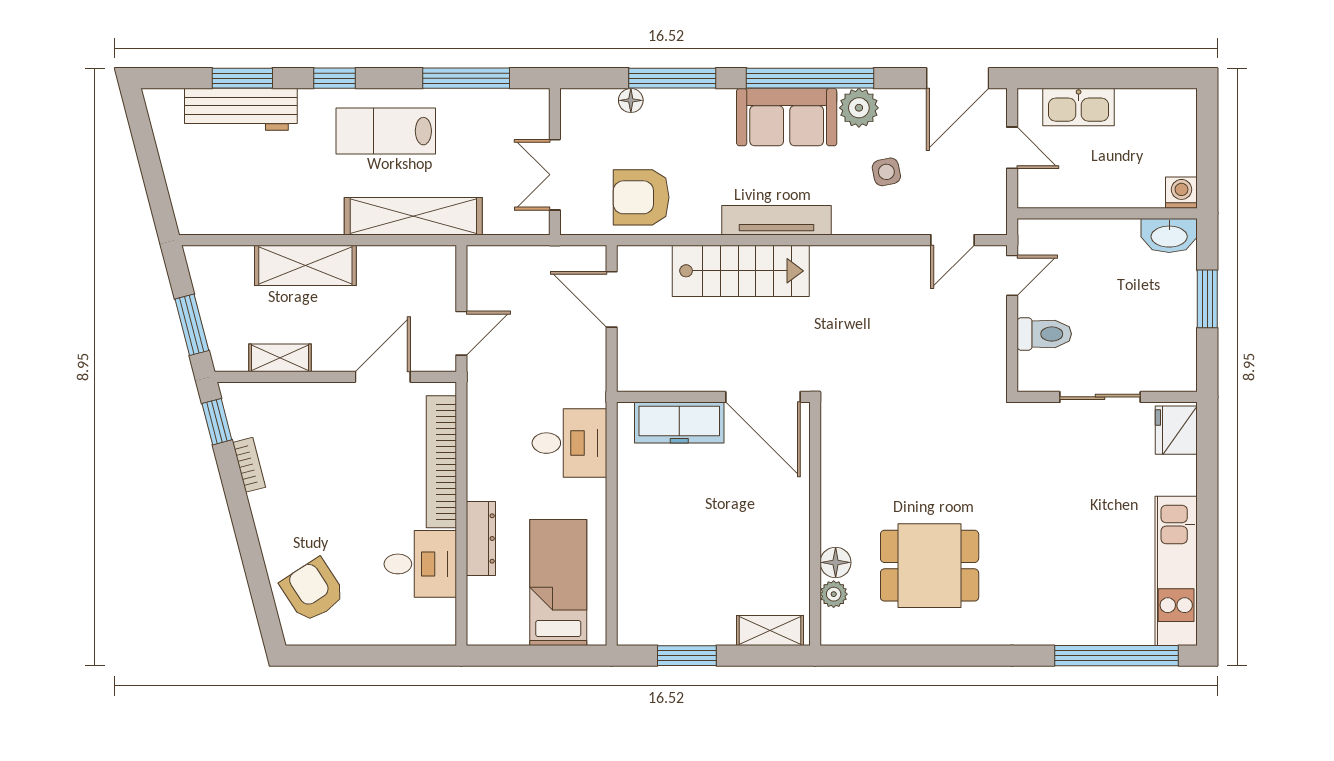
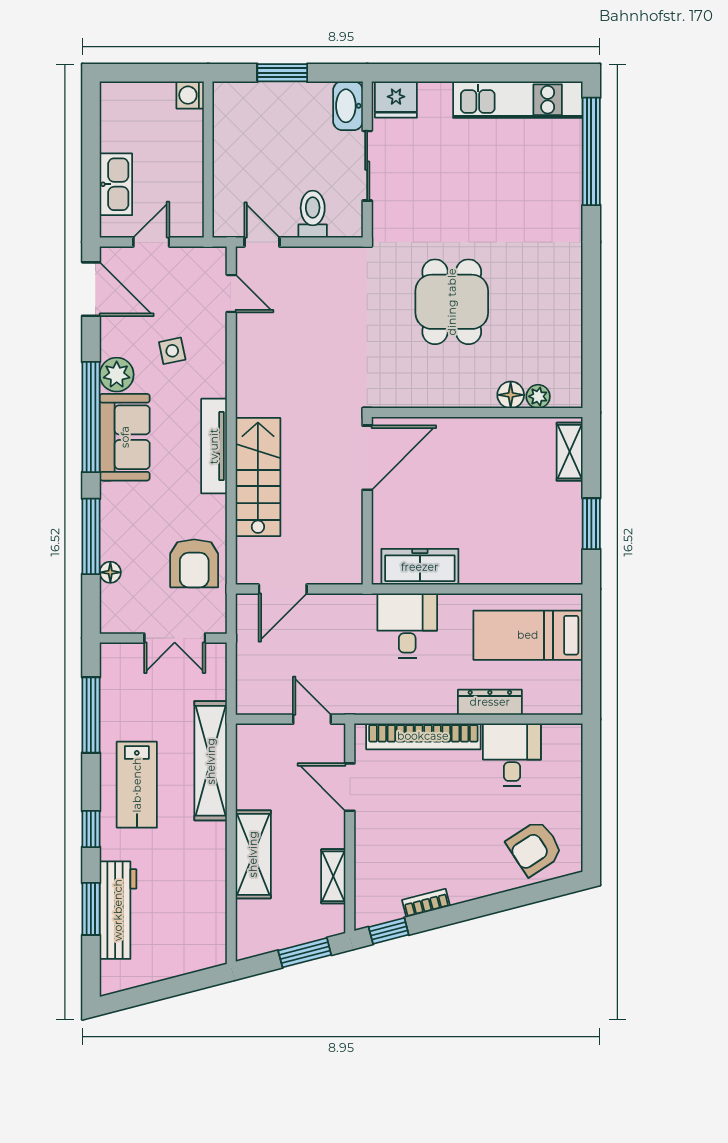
washbasin: (1169, 236) -> (348, 106), moved, turned 180
freezer: (679, 423) -> (420, 567), moved, turned -90
dining table: (930, 566) -> (452, 302), moved

